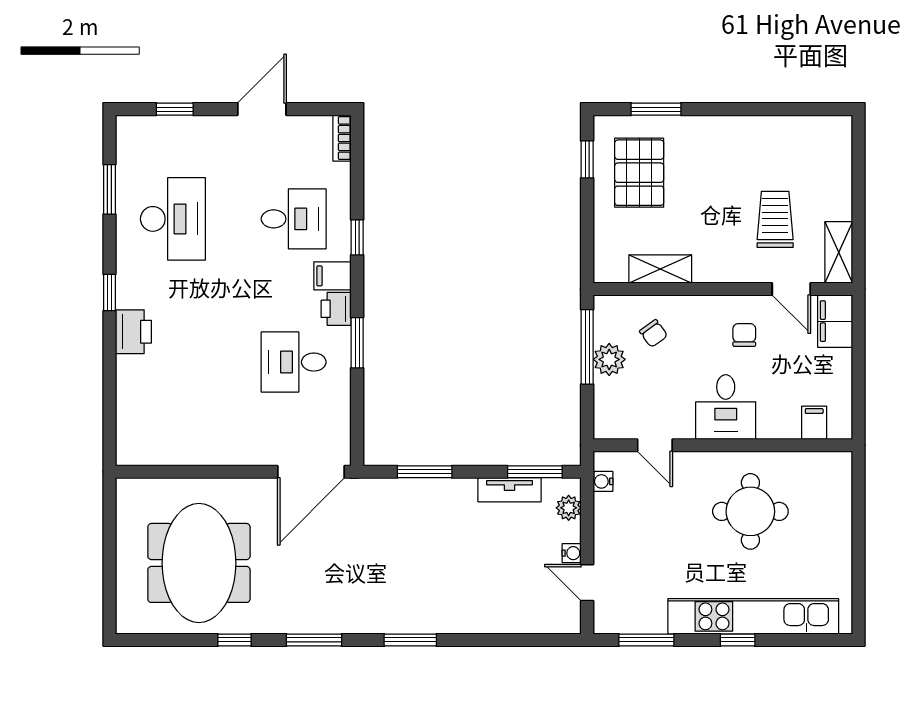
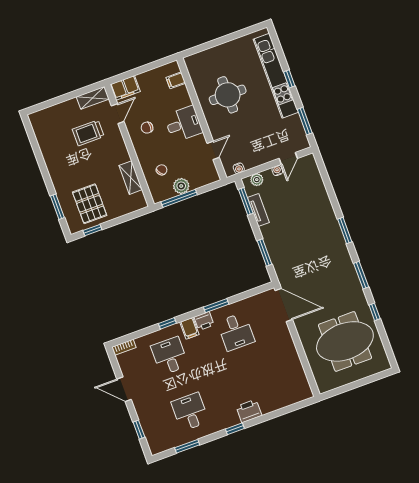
pallet: (639, 173) -> (90, 204), turned 90
desk: (173, 219) -> (190, 412), width x0.73

